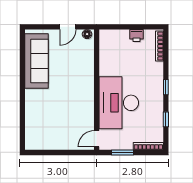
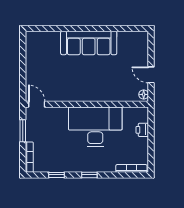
printer: (136, 35) -> (142, 130), moved
sofa: (37, 61) -> (89, 43), moved
desk: (119, 103) -> (95, 127), moved

